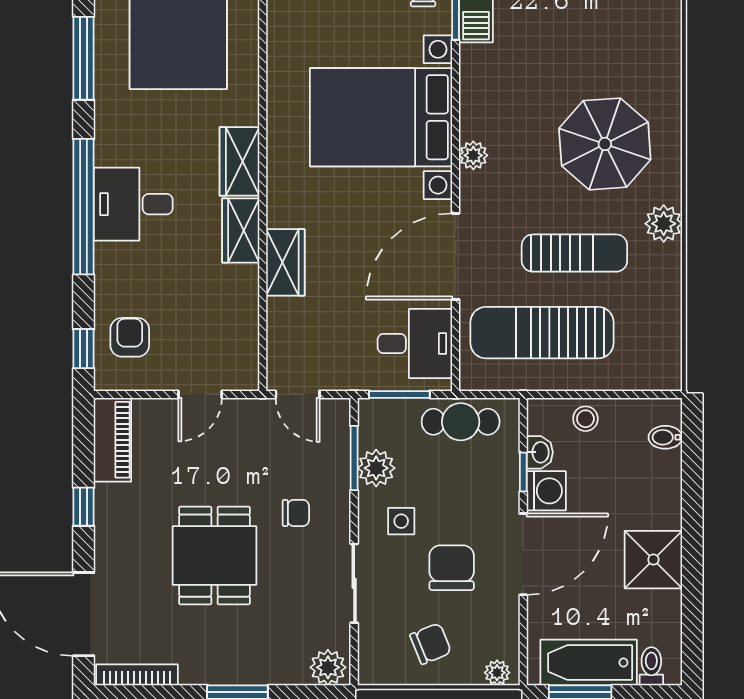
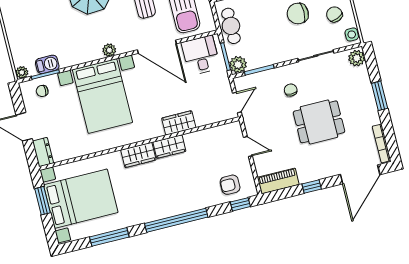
desk: (133, 204) -> (170, 198), removed
plant: (376, 468) -> (238, 65), moved
side table: (401, 521) -> (352, 34), moved

